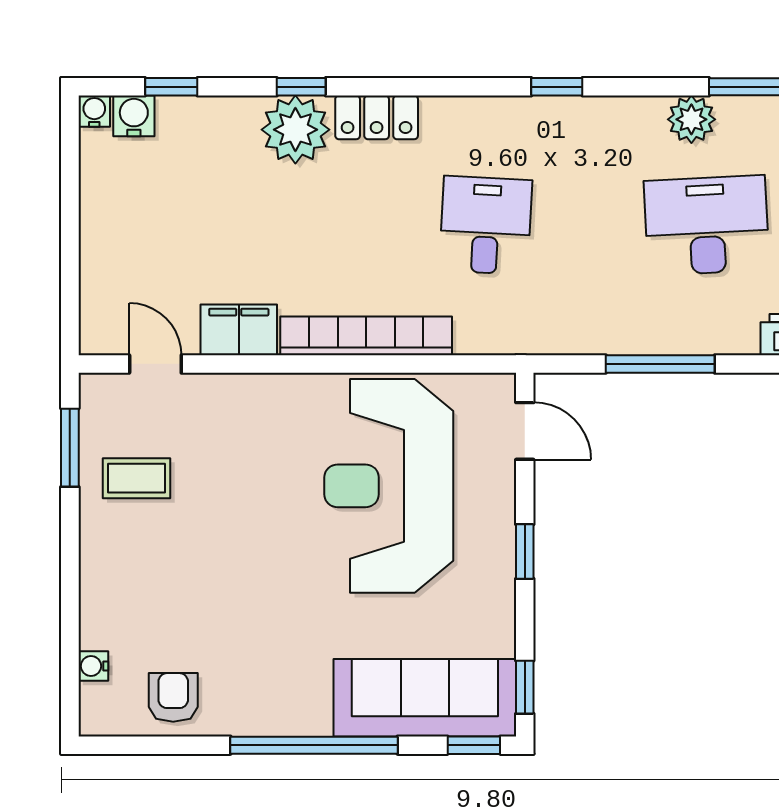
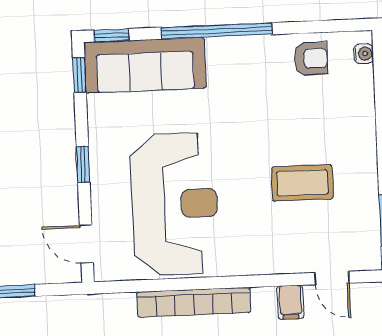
filing cabinet: (239, 330) -> (290, 302), width x0.50
coffee table: (137, 478) -> (302, 183), moved, width x1.36, depth x1.30
water cooler: (93, 666) -> (364, 54), moved
armchair: (173, 697) -> (311, 58), turned -90

